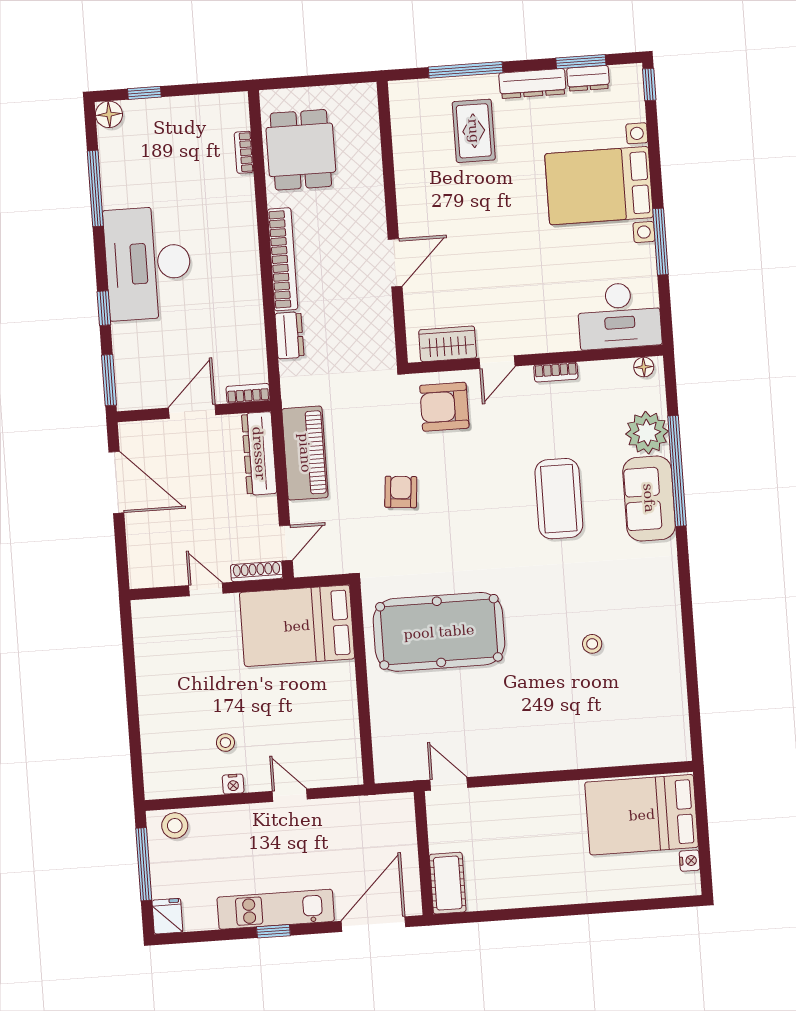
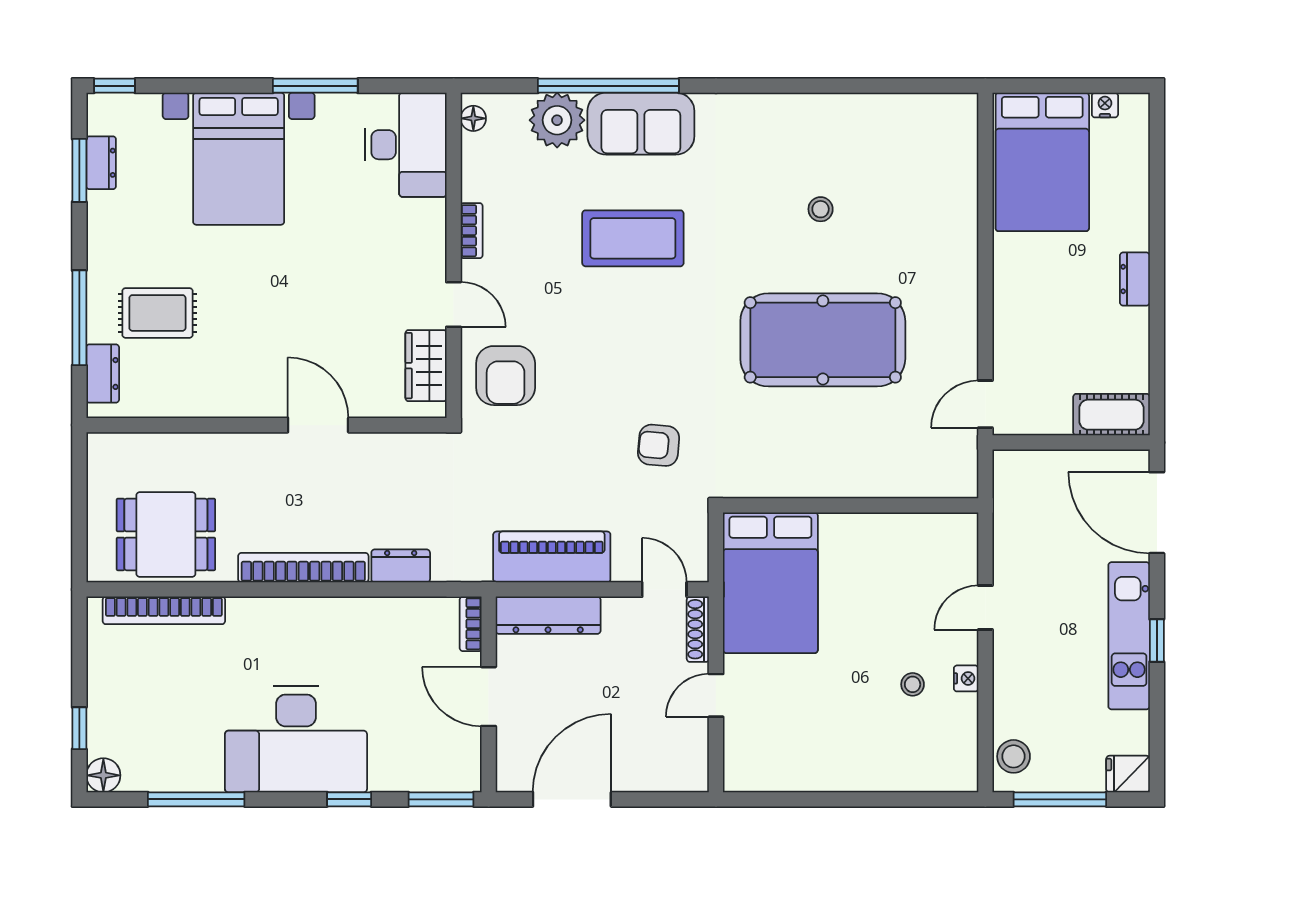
dresser: (533, 83) -> (103, 373), moved, width x0.70
bookcase: (244, 152) -> (164, 610), width x2.31, depth x1.31
armchair: (401, 492) -> (659, 445), moved
pool table: (439, 632) -> (823, 340), moved, turned 90
dresser: (555, 894) -> (1135, 279), added

